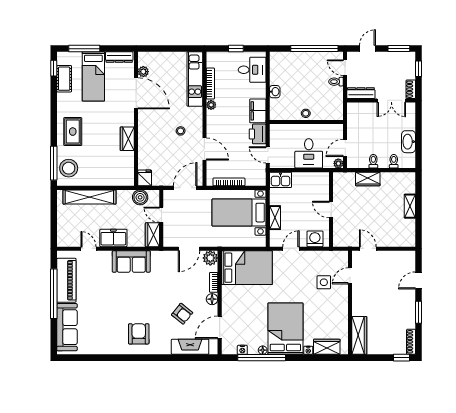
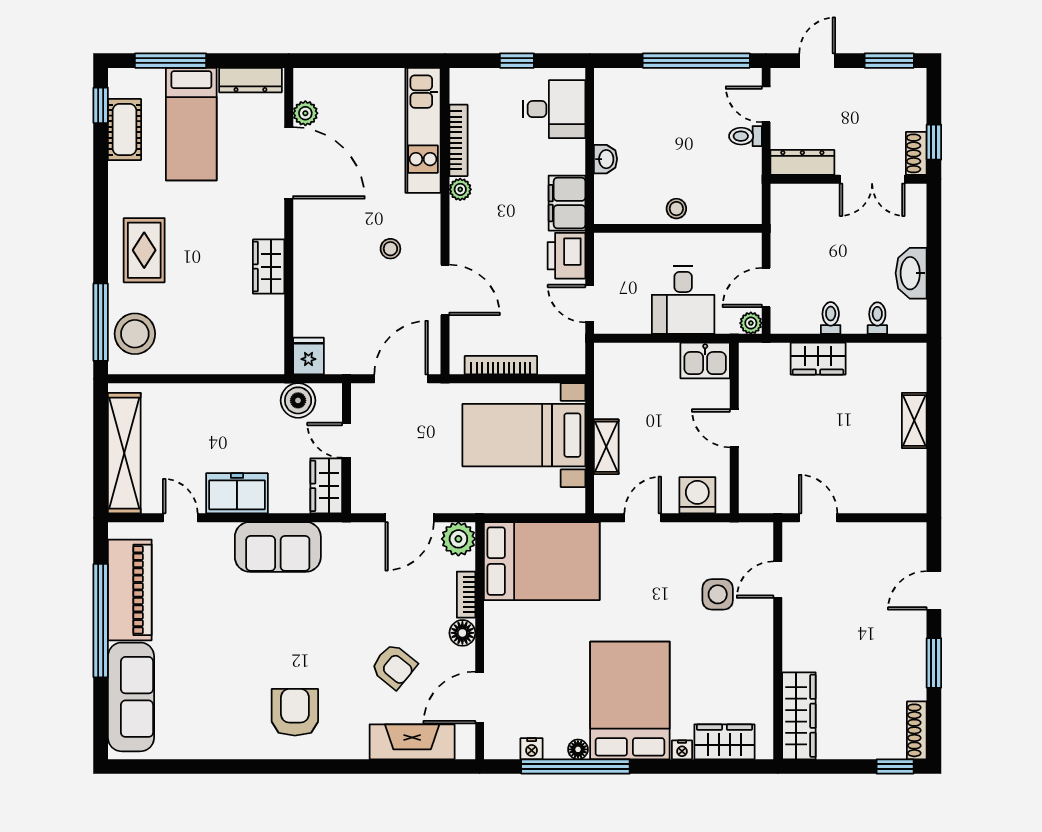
window: (419, 69) -> (934, 142), moved
kitchen sink: (280, 180) -> (705, 361), moved
shelving: (89, 197) -> (124, 453), moved, turned 90

